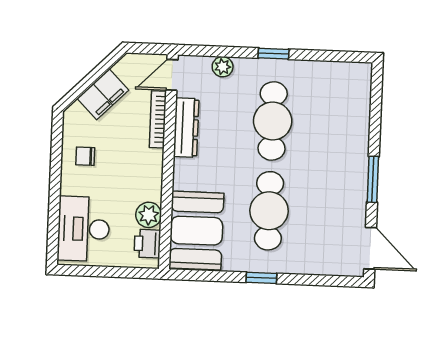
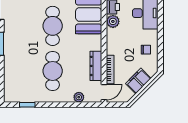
window: (273, 54) -> (27, 105), moved

